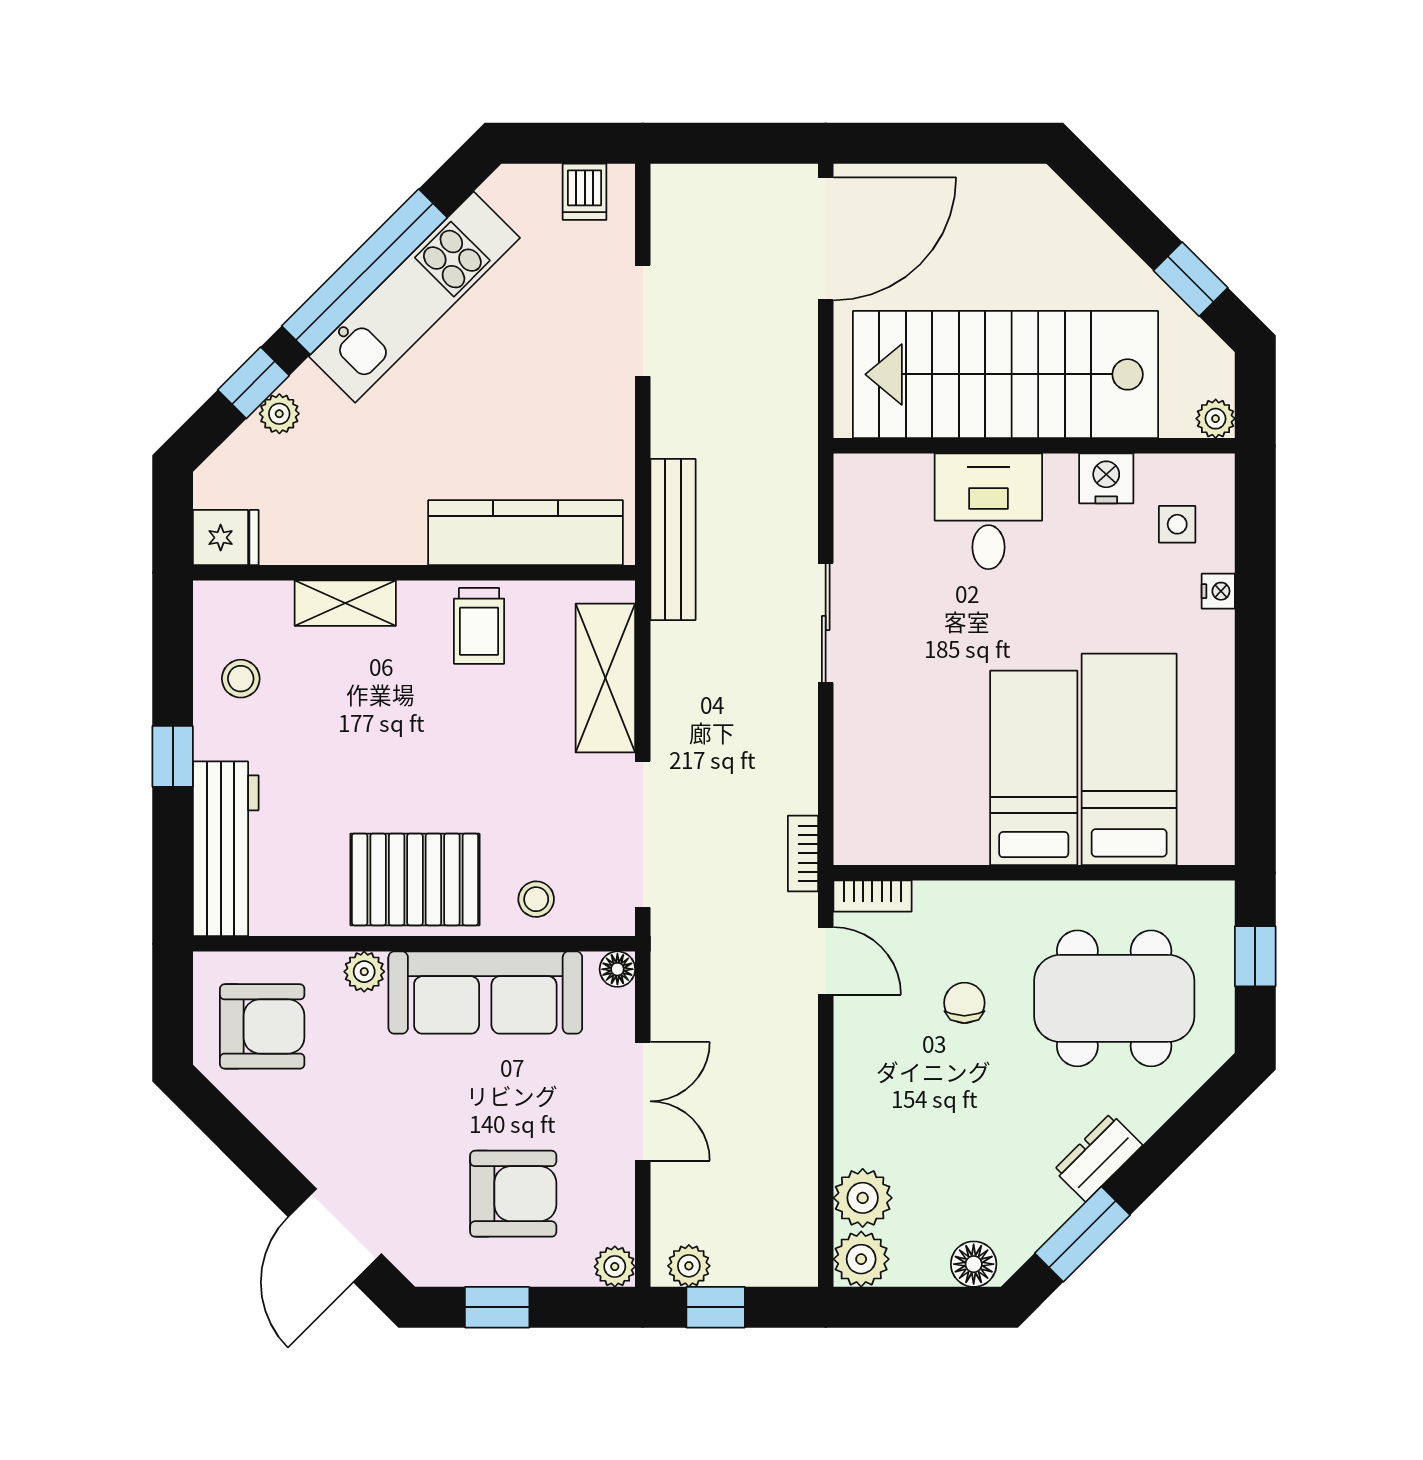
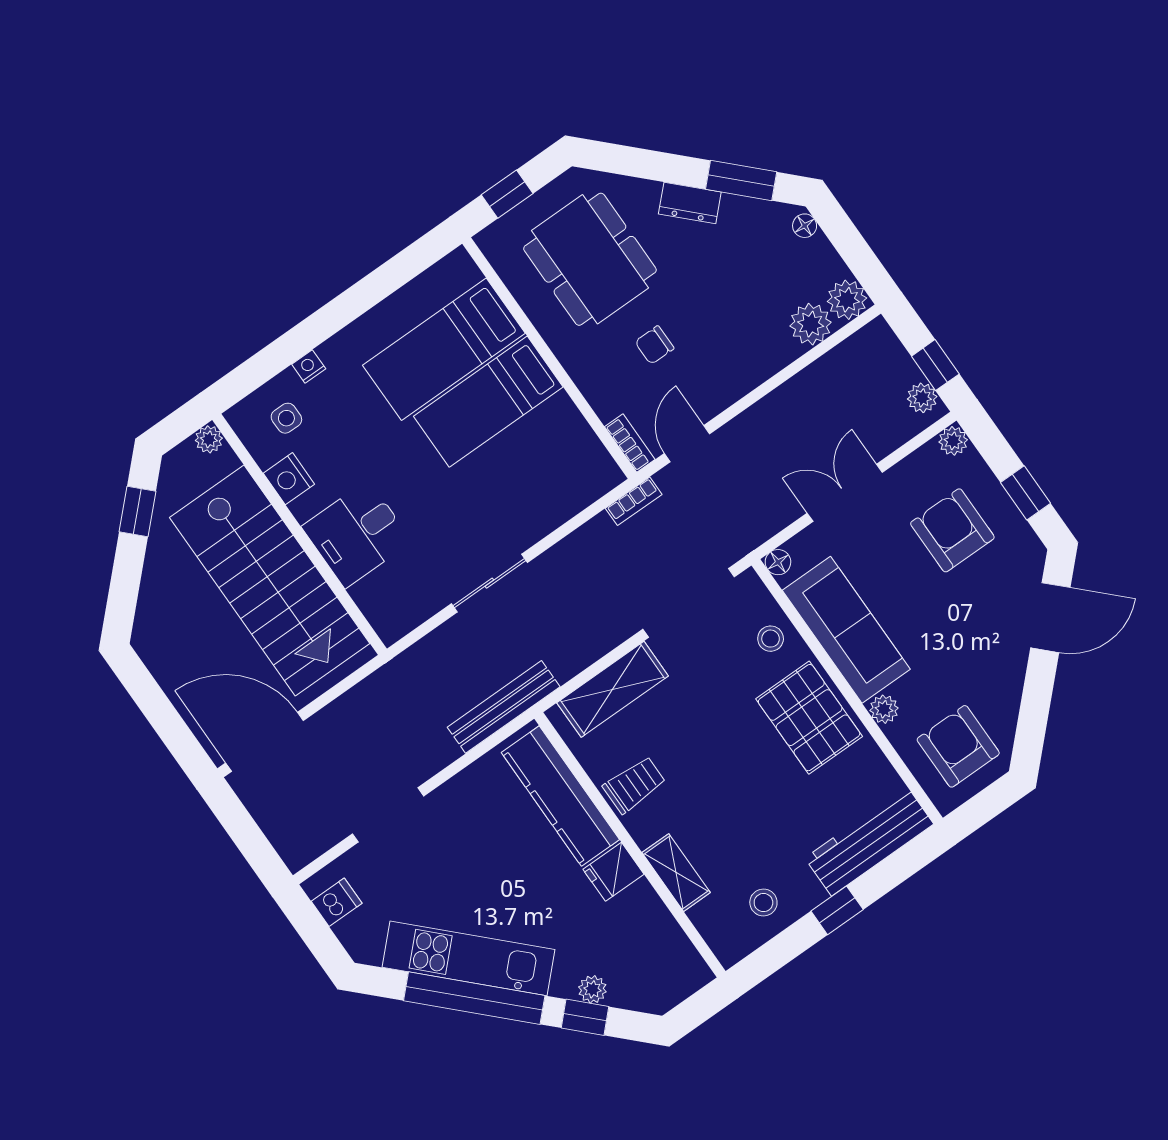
fridge: (226, 538) -> (613, 872), moved, turned -90
floor lamp: (974, 1264) -> (805, 226), width x0.73, depth x0.73

